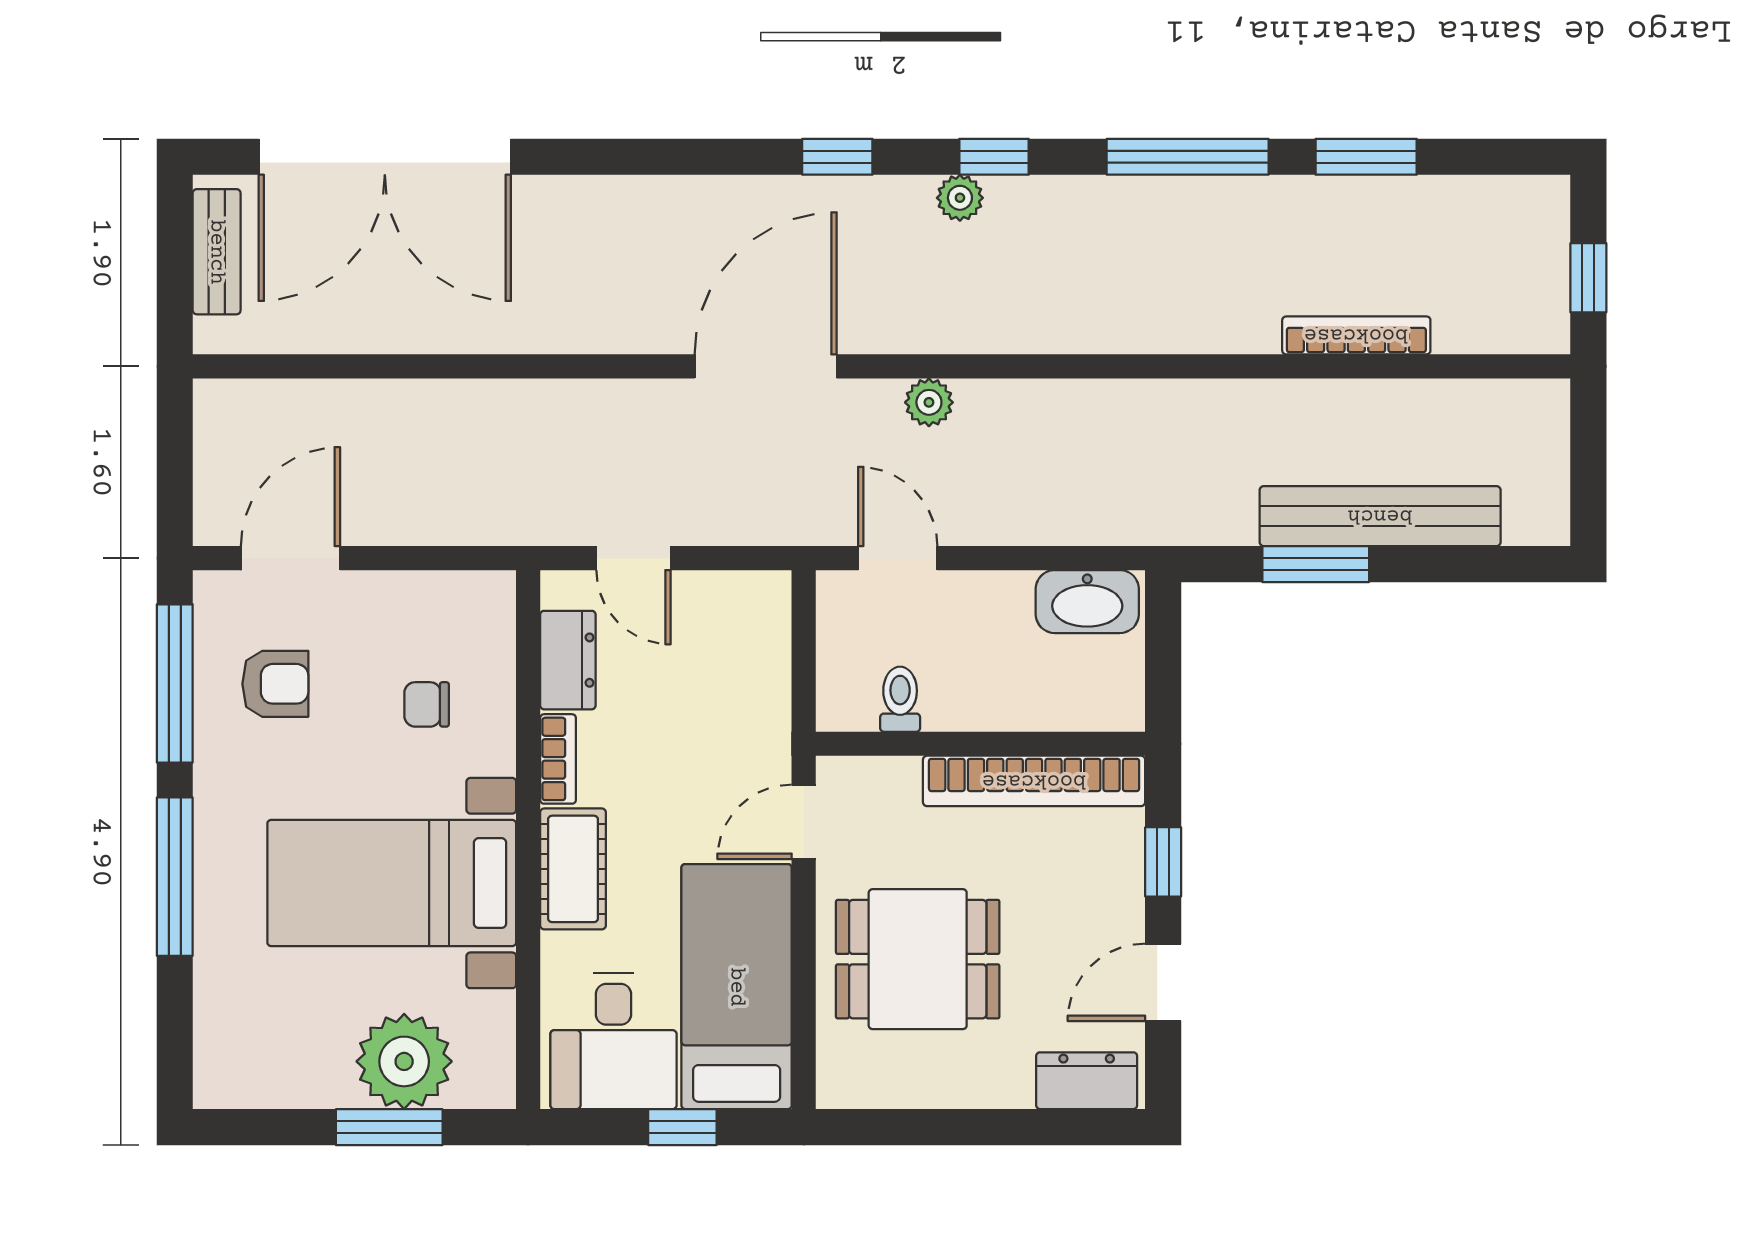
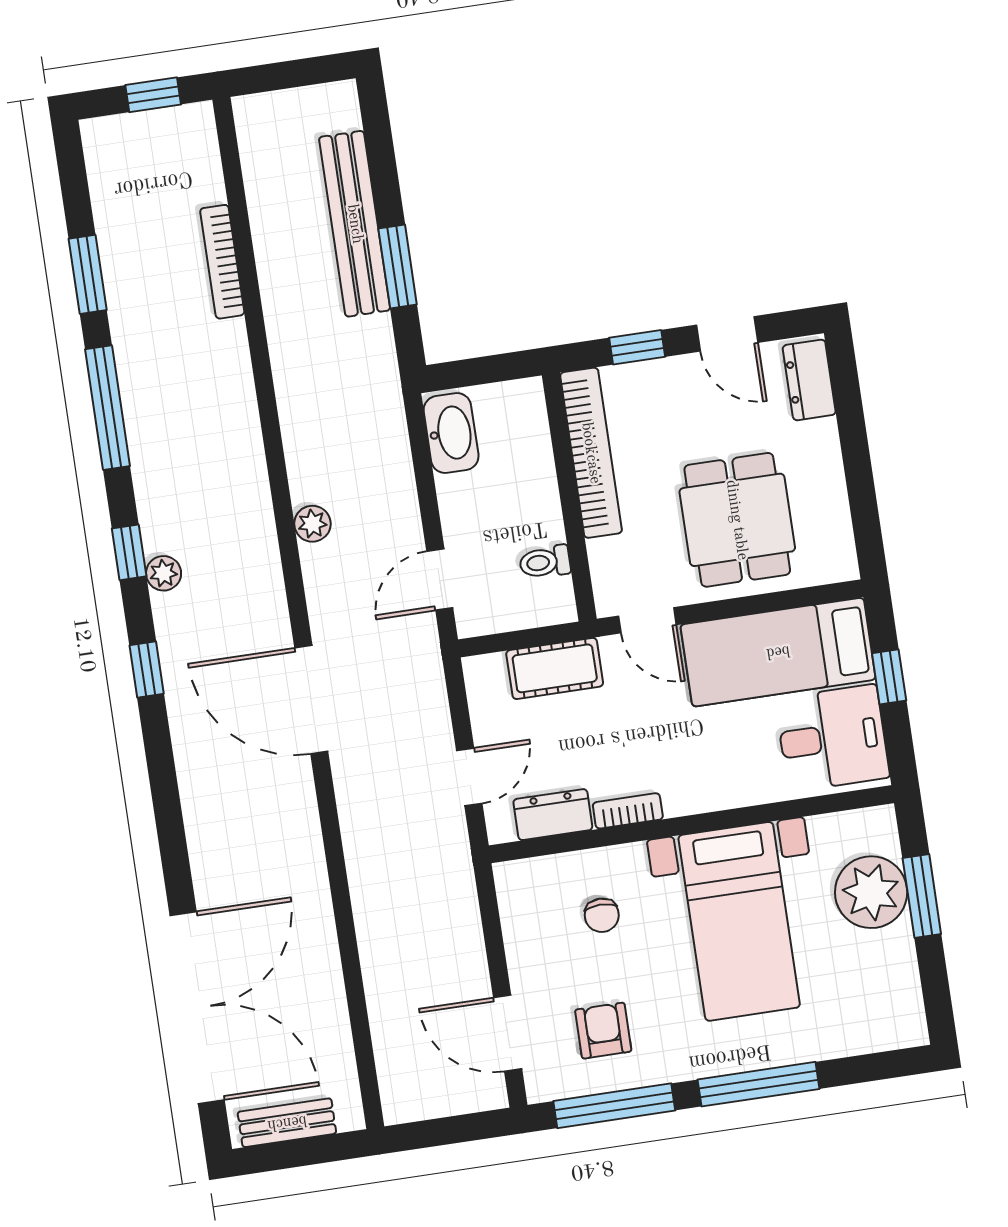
plant: (929, 402) -> (312, 524), moved
cot: (573, 869) -> (555, 668), moved

